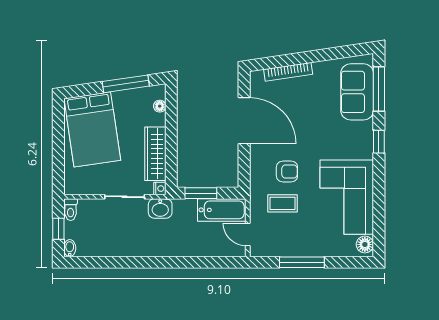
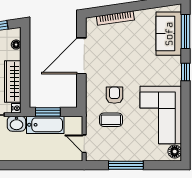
door: (244, 121) -> (81, 56), swing flipped
armchair: (287, 172) -> (114, 95), turned -90
bathtub: (222, 210) -> (45, 125), moved

